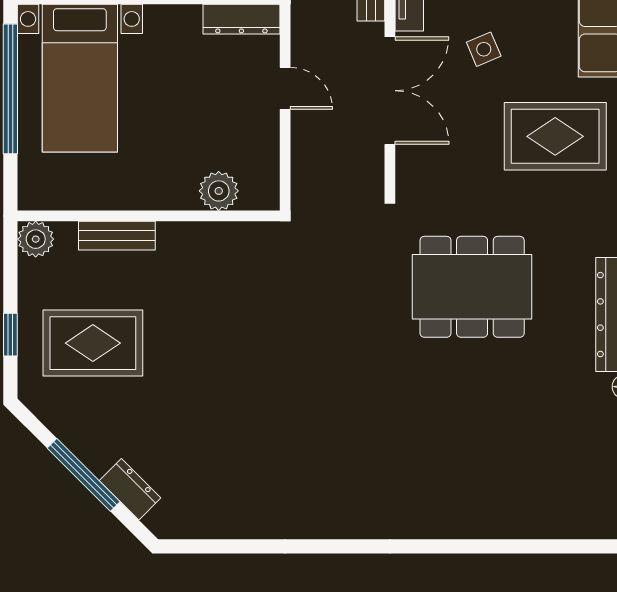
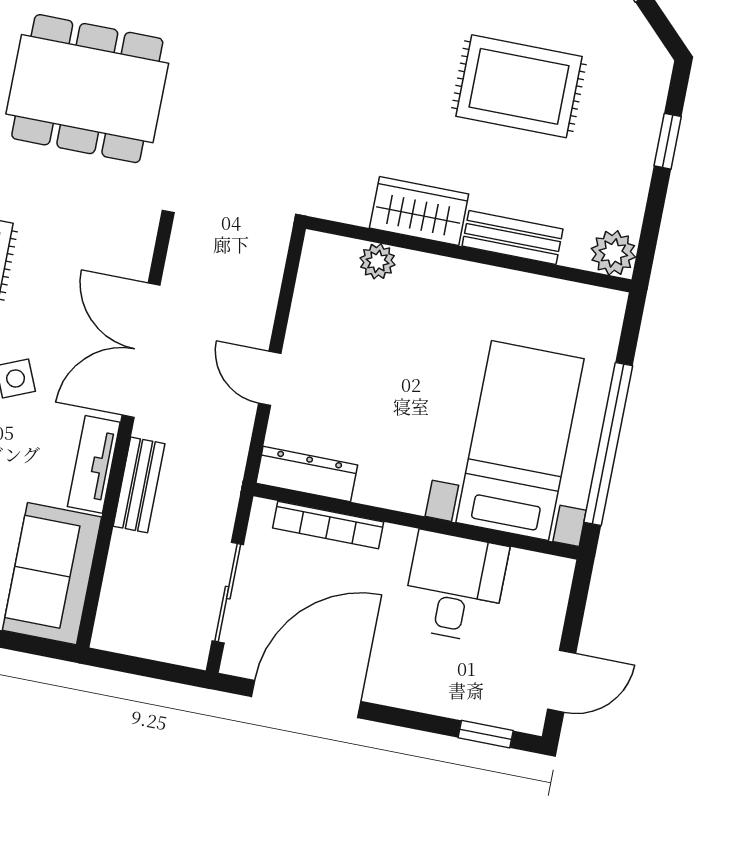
plant: (219, 191) -> (378, 261), width x0.73, depth x0.73
wardrobe: (194, 242) -> (419, 211), added
rug: (93, 343) -> (519, 86), moved

